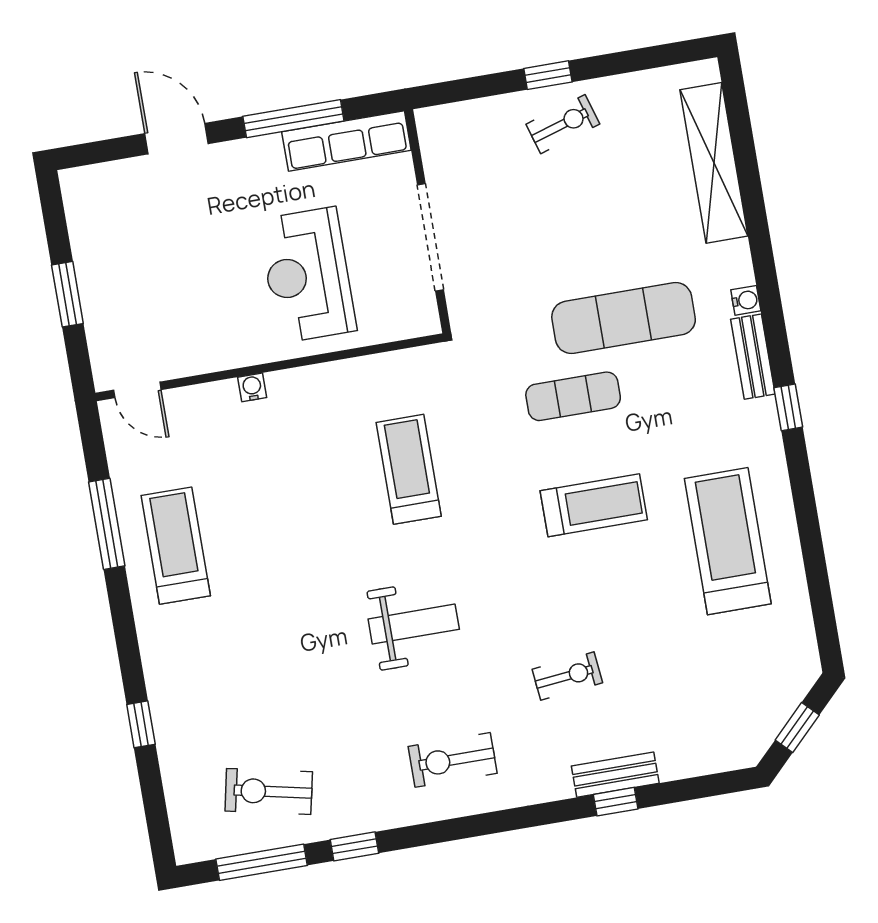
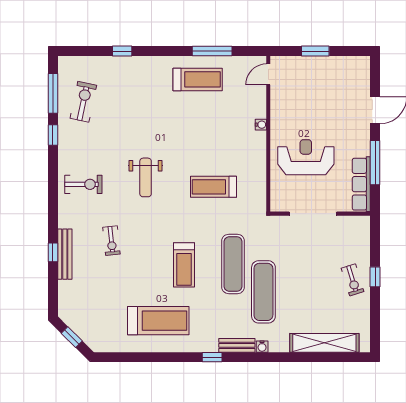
exercise mat: (573, 396) -> (233, 264), width x1.36, depth x1.45
treadmill: (409, 469) -> (213, 187), turned 180
exercise bike: (453, 760) -> (83, 184), turned 90
bench: (615, 775) -> (65, 254), width x1.36

